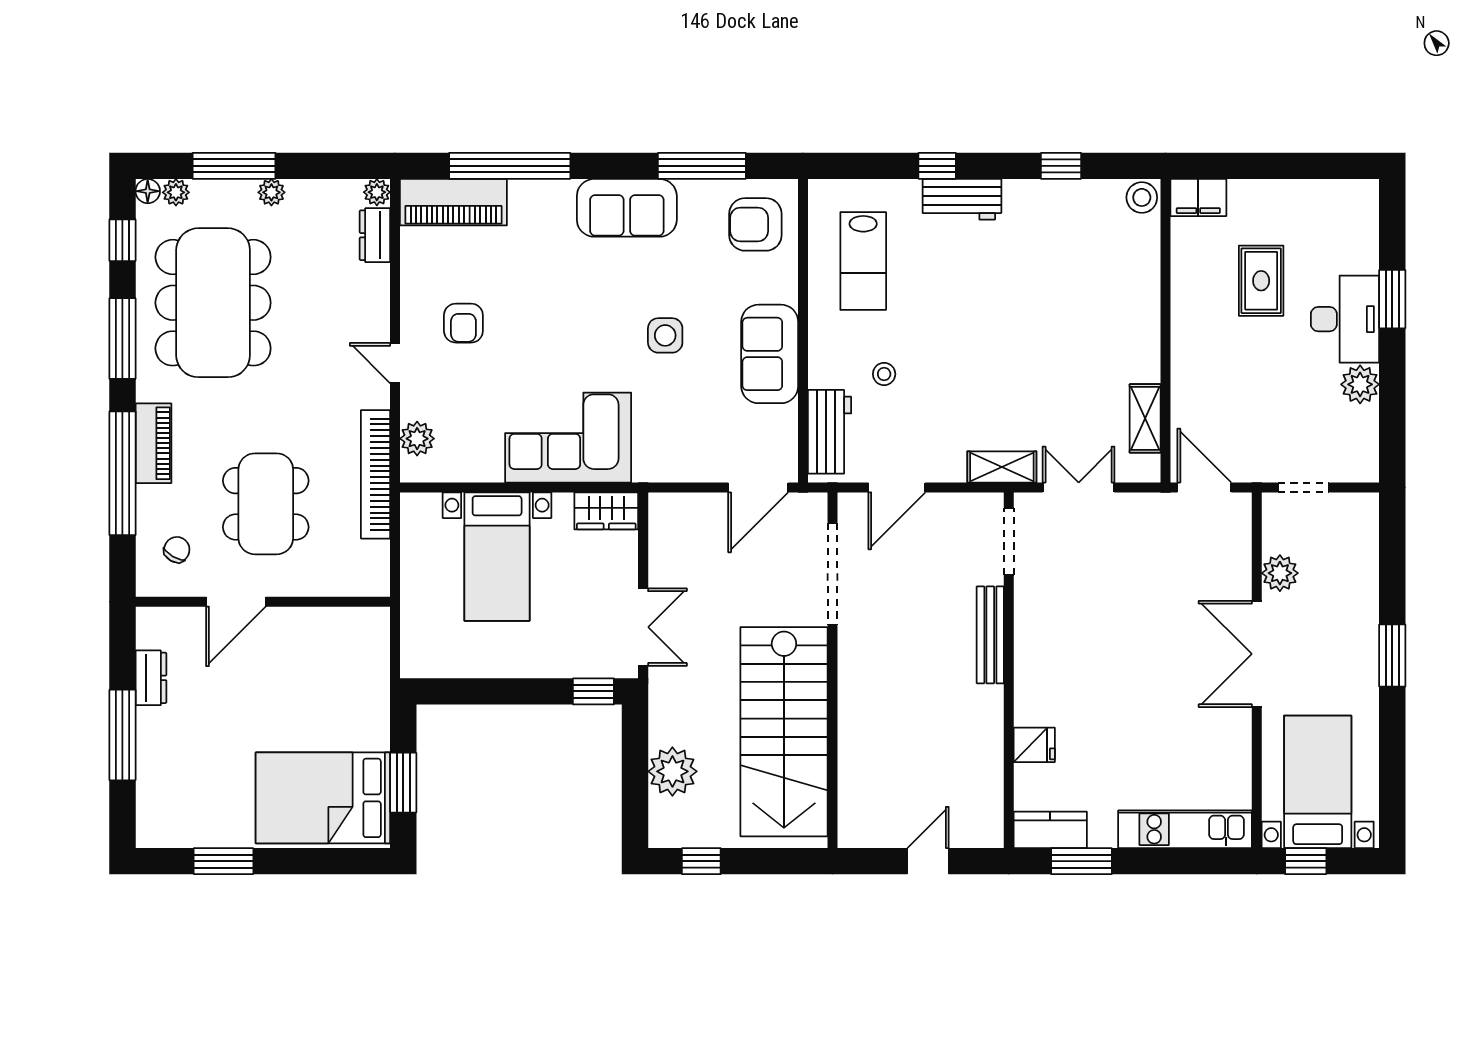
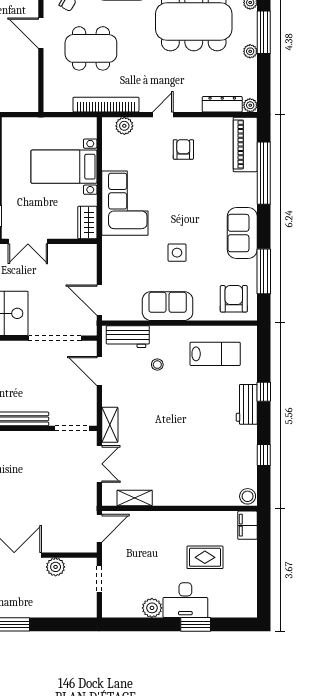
dresser: (375, 235) -> (222, 104), width x1.44
lab bench: (863, 261) -> (215, 354), turned 180
armchair: (463, 323) -> (183, 149), turned 90

